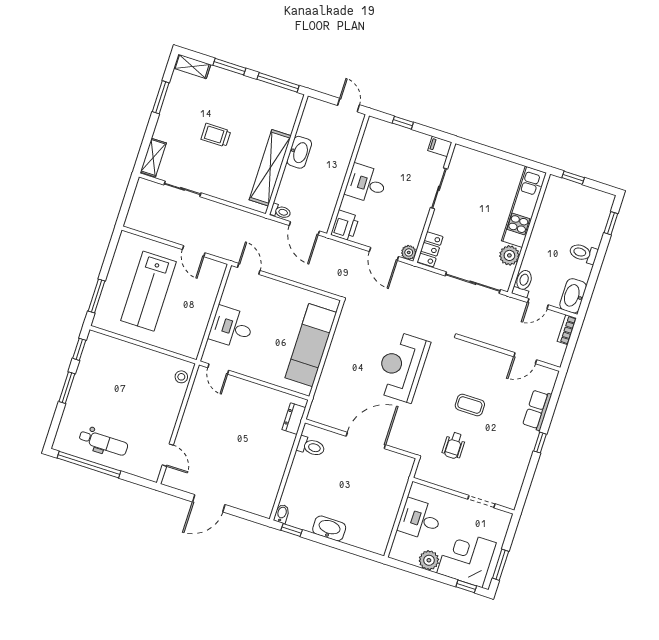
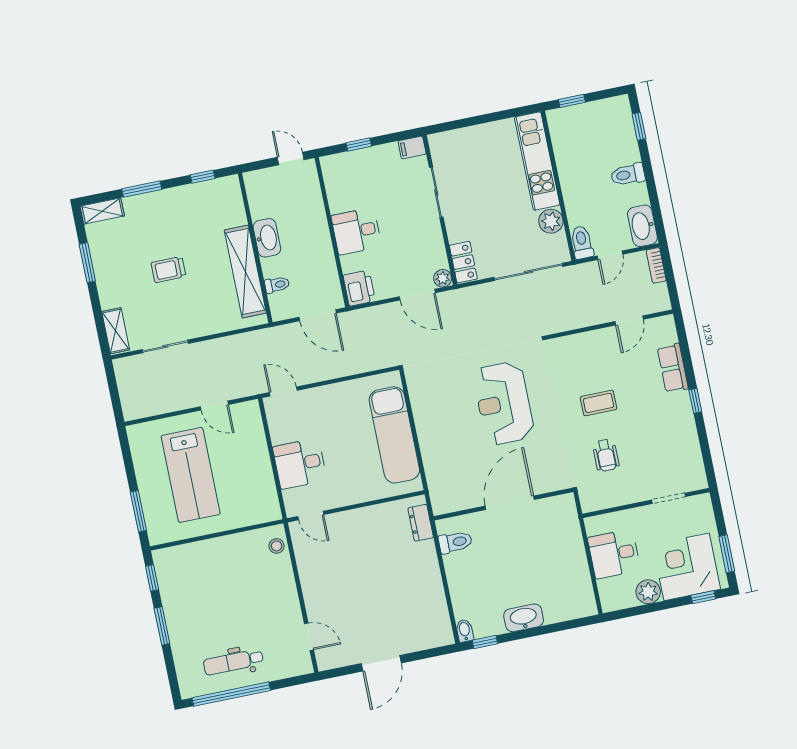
window: (278, 82) -> (203, 177), width x0.46
toilet: (281, 211) -> (277, 285), moved
dental chair: (103, 442) -> (233, 662), turned 180

